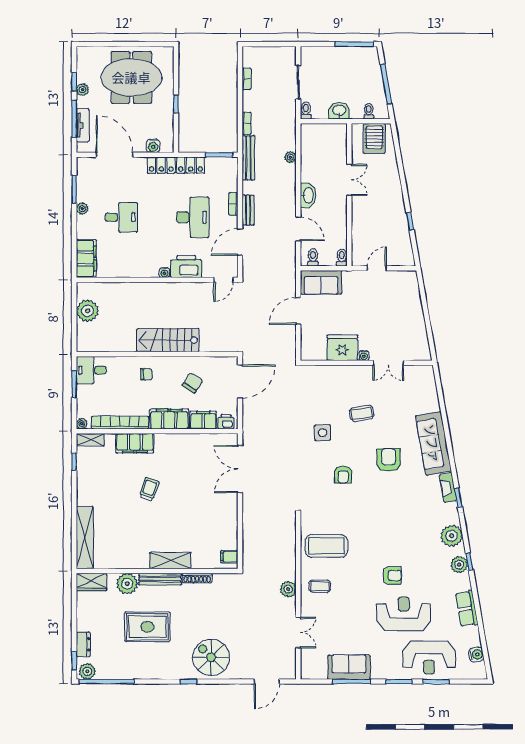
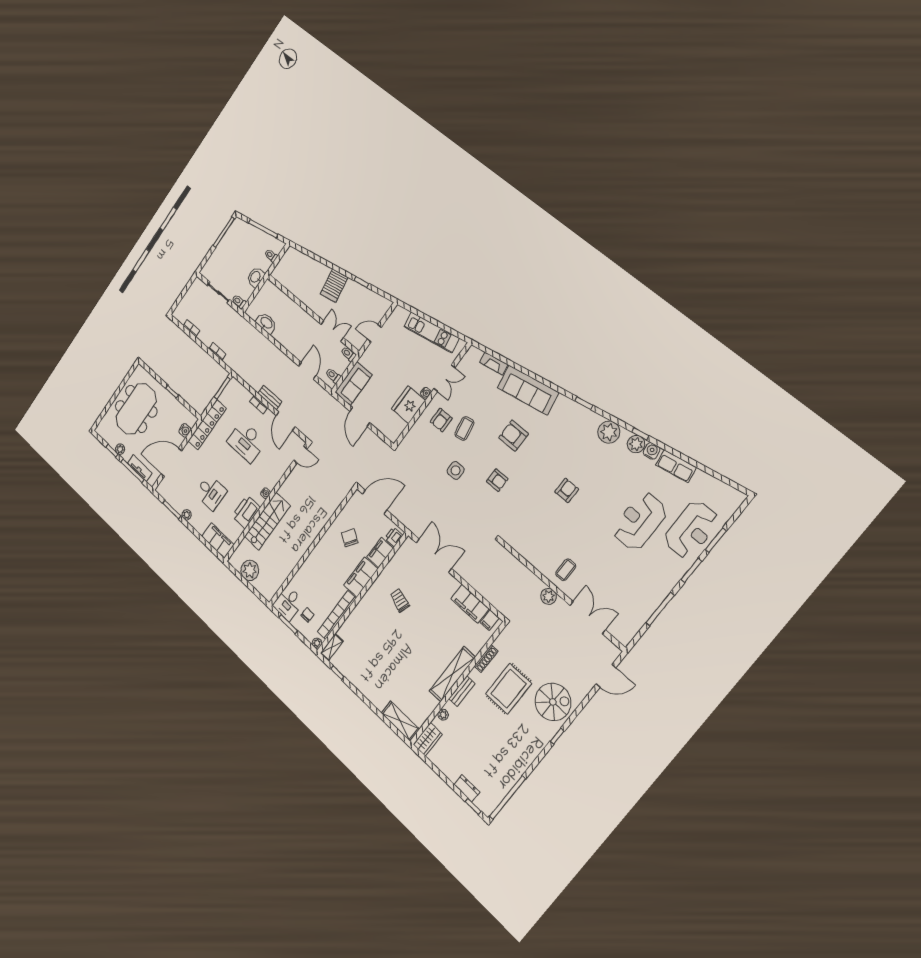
server rack: (374, 139) -> (334, 286), moved, turned 80
plant: (290, 157) -> (259, 338), removed
bench: (248, 158) -> (239, 369), removed
double door: (349, 180) -> (332, 331), moved
washbasin: (308, 195) -> (266, 323), moved
desk: (121, 217) -> (211, 492), turned 90
desk: (193, 217) -> (246, 441), turned 180
door: (298, 229) -> (307, 371), hinge flipped
printer: (186, 267) -> (246, 512), moved
door: (377, 268) -> (374, 333), hinge flipped
door: (223, 280) -> (300, 455), hinge flipped
kitchen unit: (416, 321) -> (431, 332), added
stairs: (168, 340) -> (267, 521), moved, turned 180
chair: (146, 374) -> (307, 615), moved
door: (240, 381) -> (375, 502), hinge flipped
armchair: (353, 387) -> (441, 420), added
filing cabinet: (135, 443) -> (470, 604), moved, turned 90
double door: (240, 469) -> (434, 556), swing flipped
fireplace: (448, 488) -> (494, 363), moved
trolley: (149, 489) -> (400, 600), moved
shelving: (85, 538) -> (400, 721), width x0.68
coffee table: (326, 546) -> (540, 538), removed
shelving: (170, 561) -> (452, 674), width x1.47
armchair: (392, 575) -> (567, 490), moved
bench: (160, 579) -> (462, 691), width x0.73
plant: (127, 584) -> (443, 715), width x0.53, depth x0.53
rug: (147, 627) -> (509, 689), moved
double door: (298, 633) -> (588, 618), width x1.37
water cooler: (476, 655) -> (652, 451), moved
spiral stairs: (211, 657) -> (553, 702), turned 180
sofa: (349, 667) -> (647, 601), removed
plant: (87, 671) -> (489, 804), removed
door: (267, 682) -> (606, 676), hinge flipped

